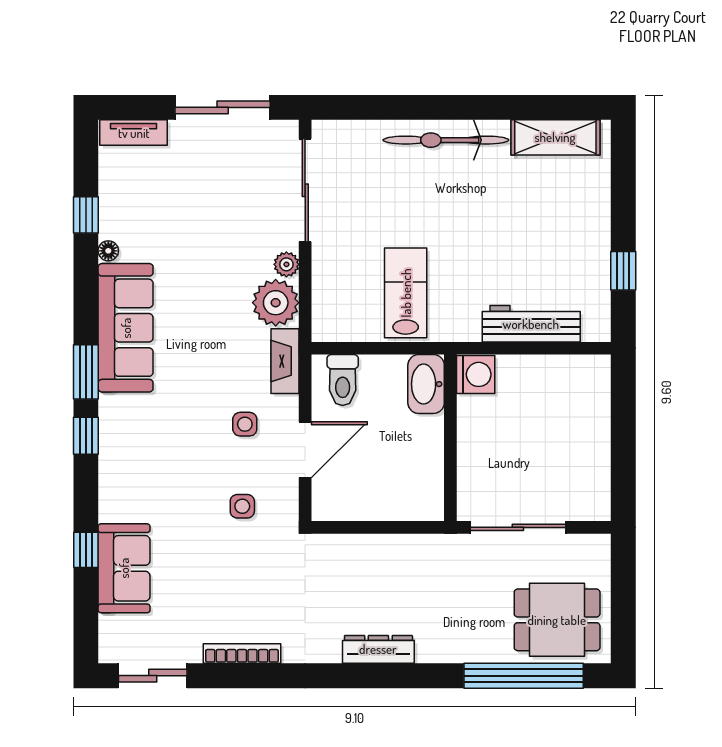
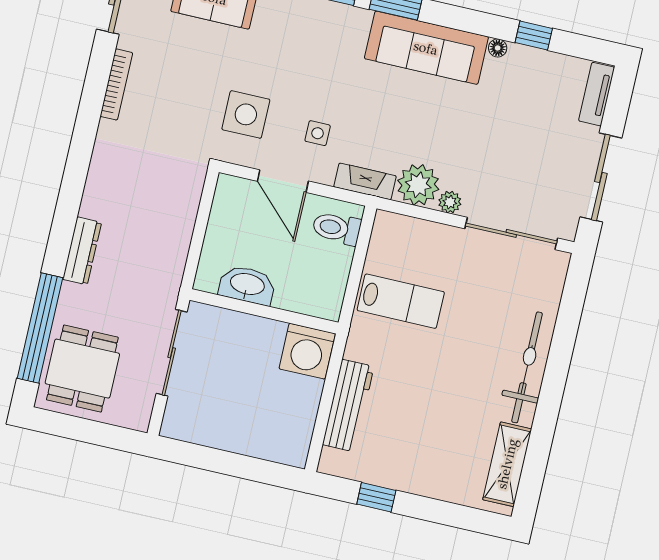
washing machine: (476, 374) -> (307, 351), width x1.37, depth x1.37
washbasin: (426, 384) -> (247, 285), moved
side table: (242, 506) -> (246, 114), width x1.87, depth x1.87
dresser: (378, 649) -> (82, 251), moved

